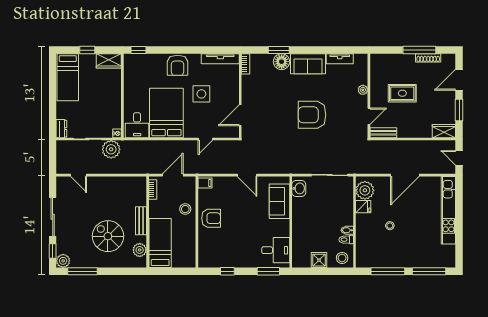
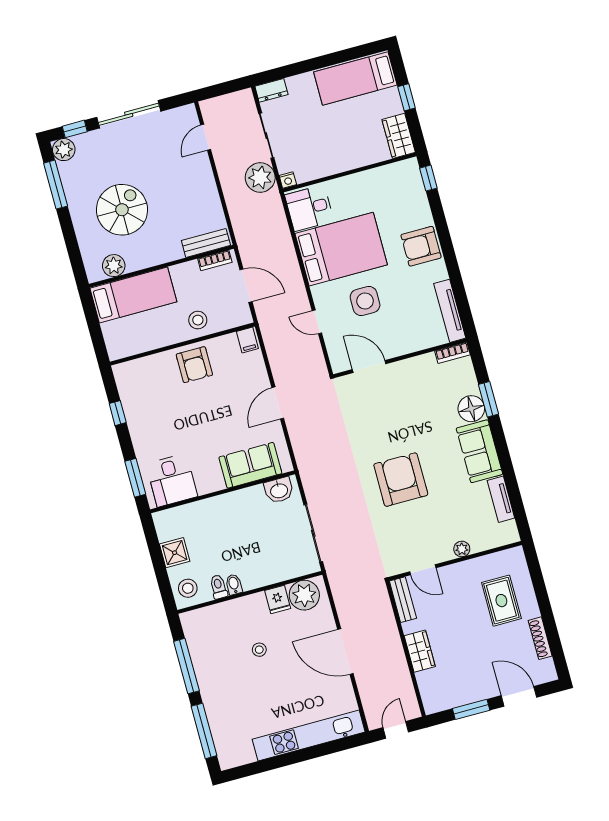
window: (419, 50) -> (549, 621), removed
rug: (402, 93) -> (501, 601), moved
side table: (201, 94) -> (365, 301), moved
wardrobe: (444, 131) -> (420, 651), moved
bench: (141, 221) -> (206, 243), moved

